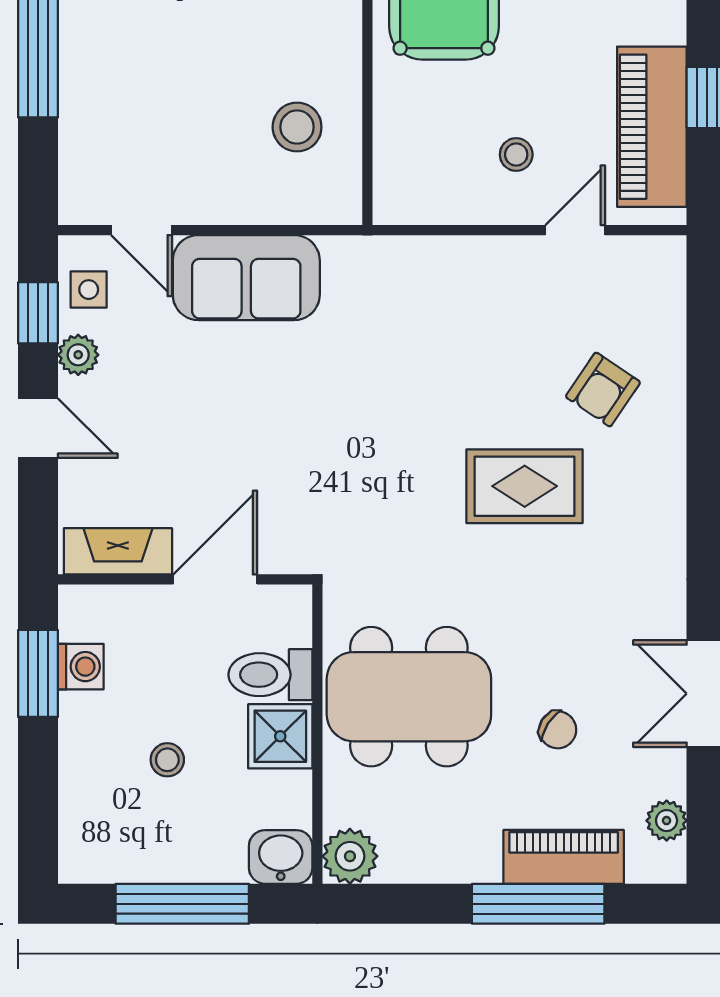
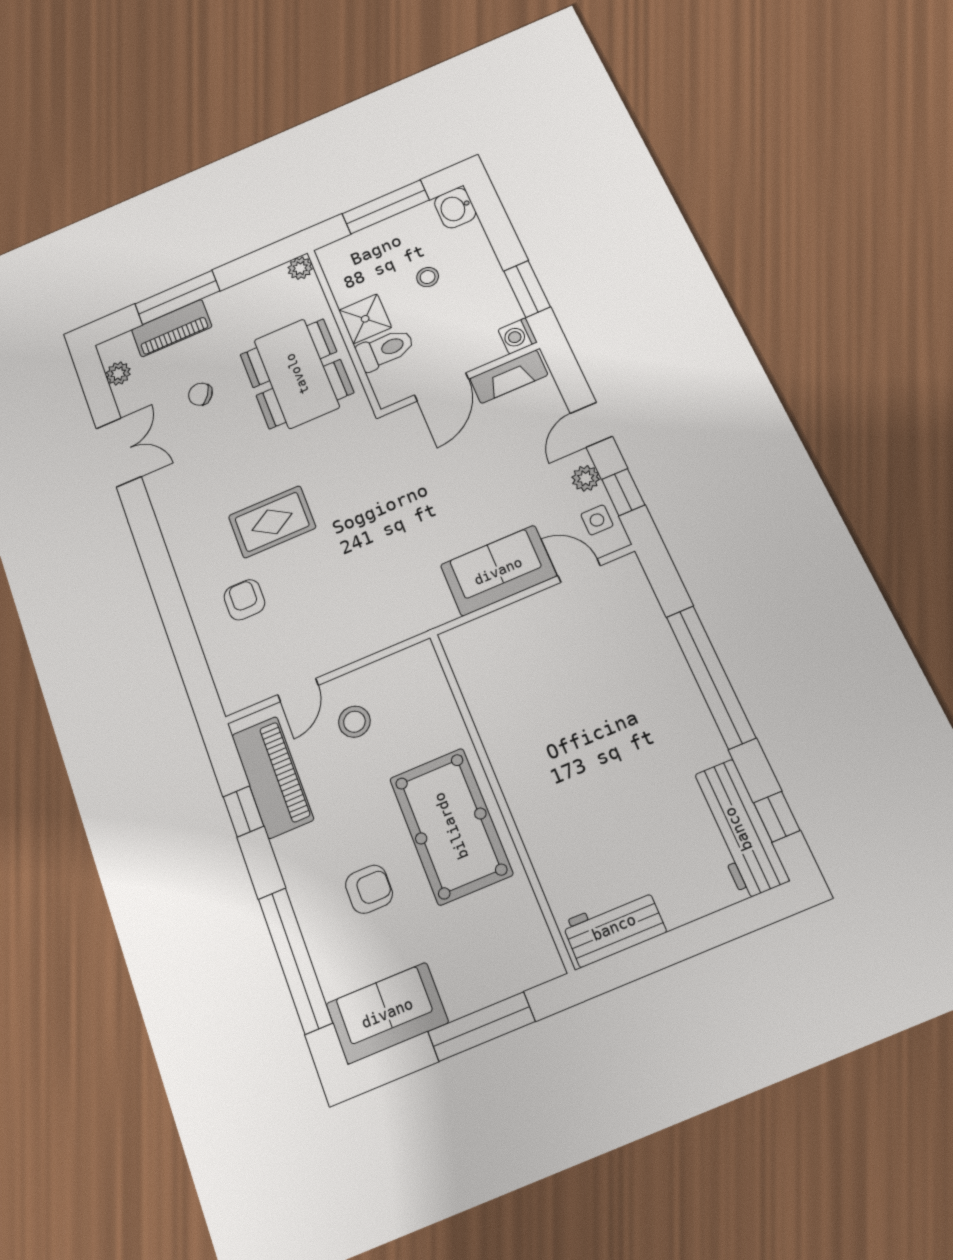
stool: (297, 127) -> (505, 678), removed
stool: (516, 155) -> (354, 722), width x1.37, depth x1.37
armchair: (603, 390) -> (244, 600), turned -34
door: (38, 428) -> (591, 425), hinge flipped
washing machine: (81, 667) -> (518, 336), moved
dining table: (409, 697) -> (297, 374), turned 90
plant: (350, 856) -> (300, 268), width x0.73, depth x0.73
washbasin: (281, 857) -> (455, 208), moved, turned 90

